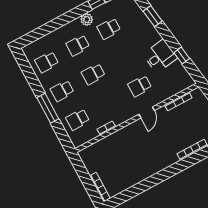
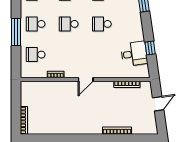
desk: (160, 56) -> (134, 54), moved
school desk: (140, 86) -> (102, 24), moved
door: (147, 112) -> (86, 79), moved

